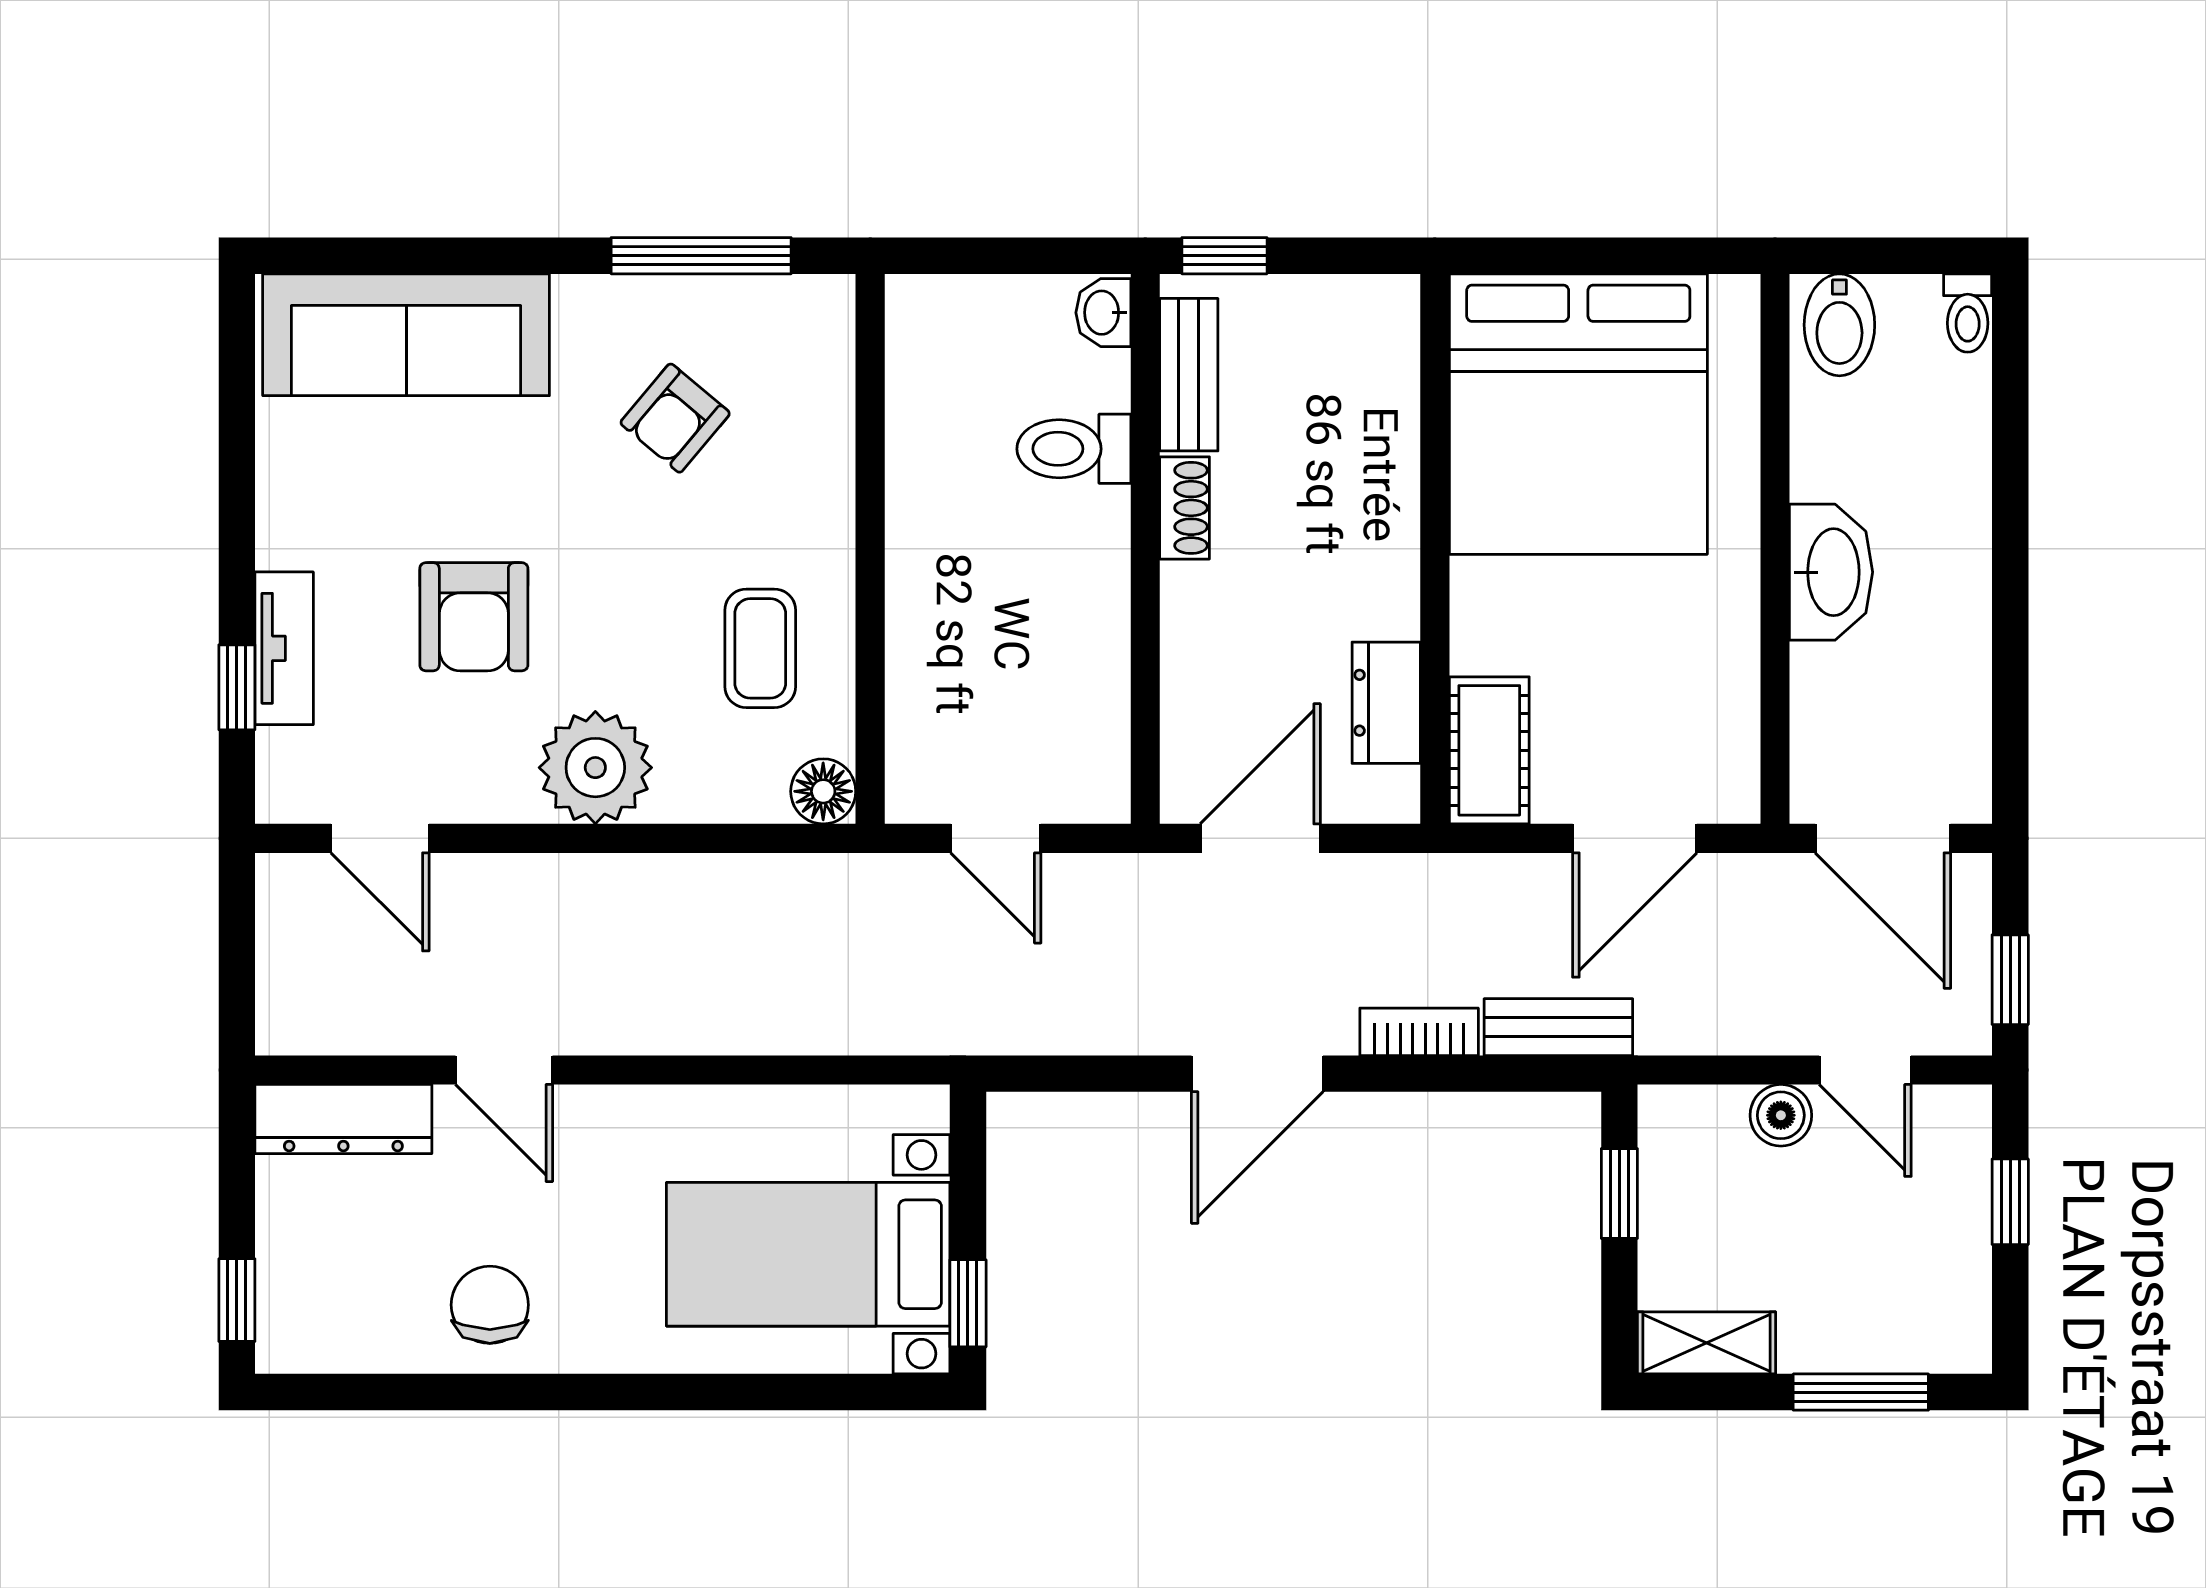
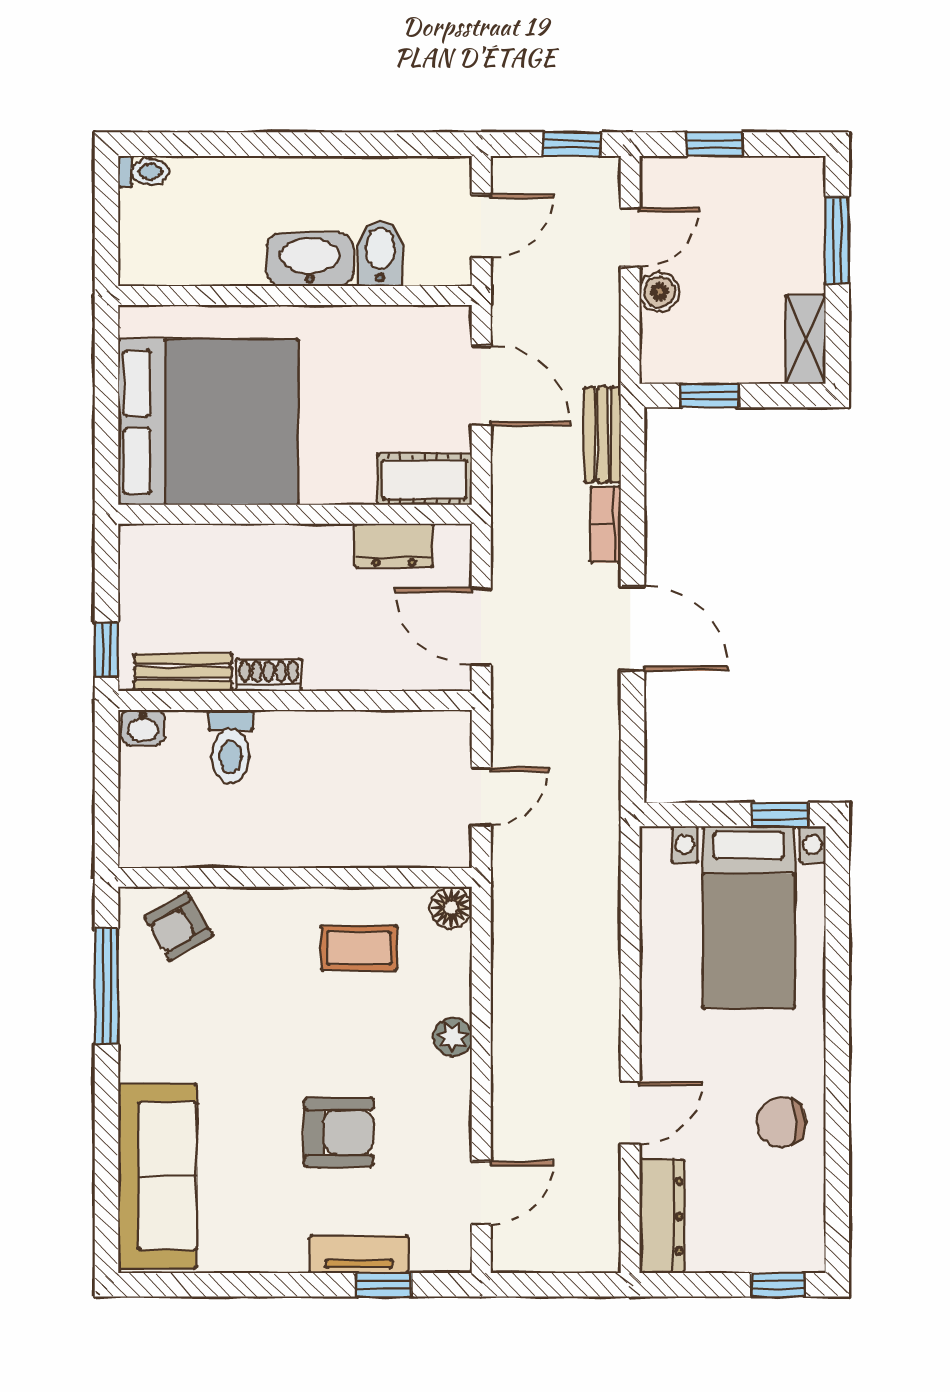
bidet: (1839, 325) -> (380, 253), moved, turned -90
armchair: (675, 418) -> (179, 927), moved, turned 109
plant: (595, 768) -> (453, 1037), width x0.53, depth x0.53
door: (1883, 838) -> (481, 226), width x0.73

